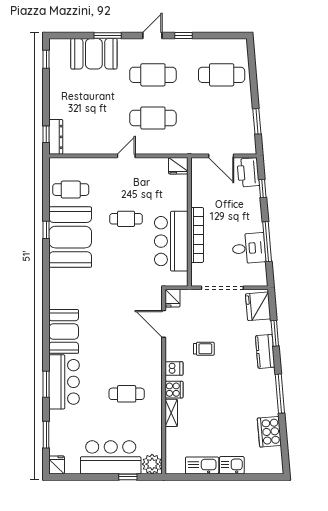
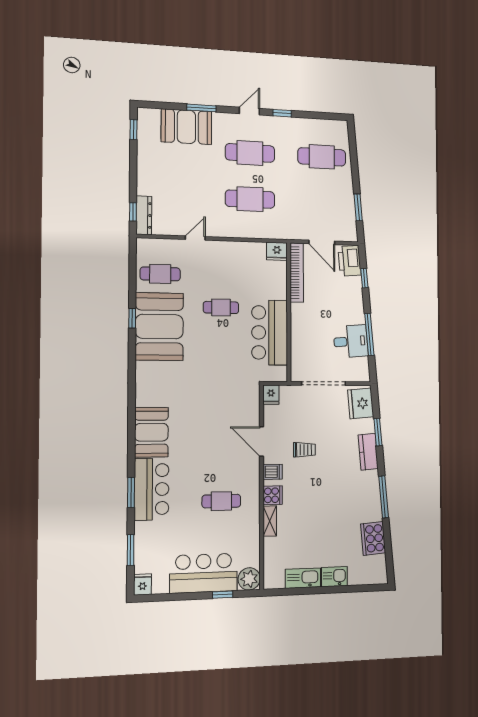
door: (126, 156) -> (195, 238), moved
bookcase: (197, 235) -> (297, 273), moved
door: (164, 324) -> (262, 442), moved

